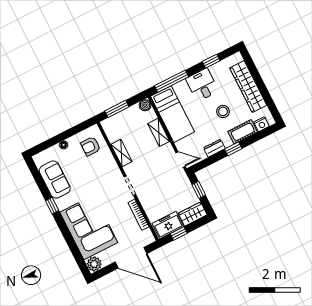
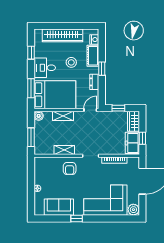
window: (171, 81) -> (31, 88), width x0.69
bed: (173, 114) -> (55, 95), width x1.50
armchair: (91, 146) -> (70, 169), moved

